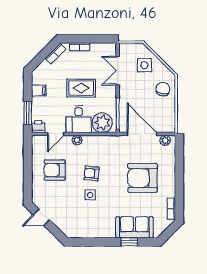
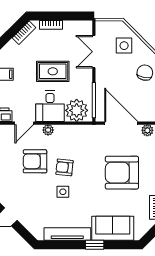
armchair: (55, 170) -> (35, 161), moved
tv unit: (94, 232) -> (67, 234), added
window: (129, 242) -> (95, 245), moved

